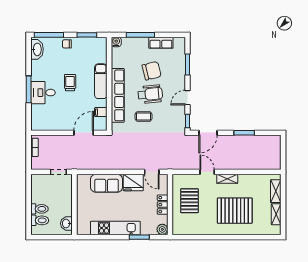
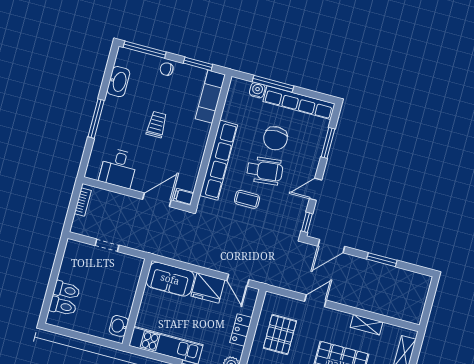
water cooler: (116, 42) -> (257, 90), moved
row of seats: (161, 43) -> (299, 103), width x2.02
washbasin: (37, 49) -> (118, 82), moved
chair: (152, 71) -> (275, 138), turned 104
exam couch: (101, 81) -> (210, 97), moved
desk: (43, 93) -> (118, 168), moved, turned -90
filing cabinet: (101, 112) -> (184, 197), moved
door: (207, 172) -> (315, 301), hinge flipped
shelving: (227, 179) -> (366, 325), moved
wall: (74, 205) -> (137, 302), moved
washbasin: (66, 224) -> (119, 326), moved

